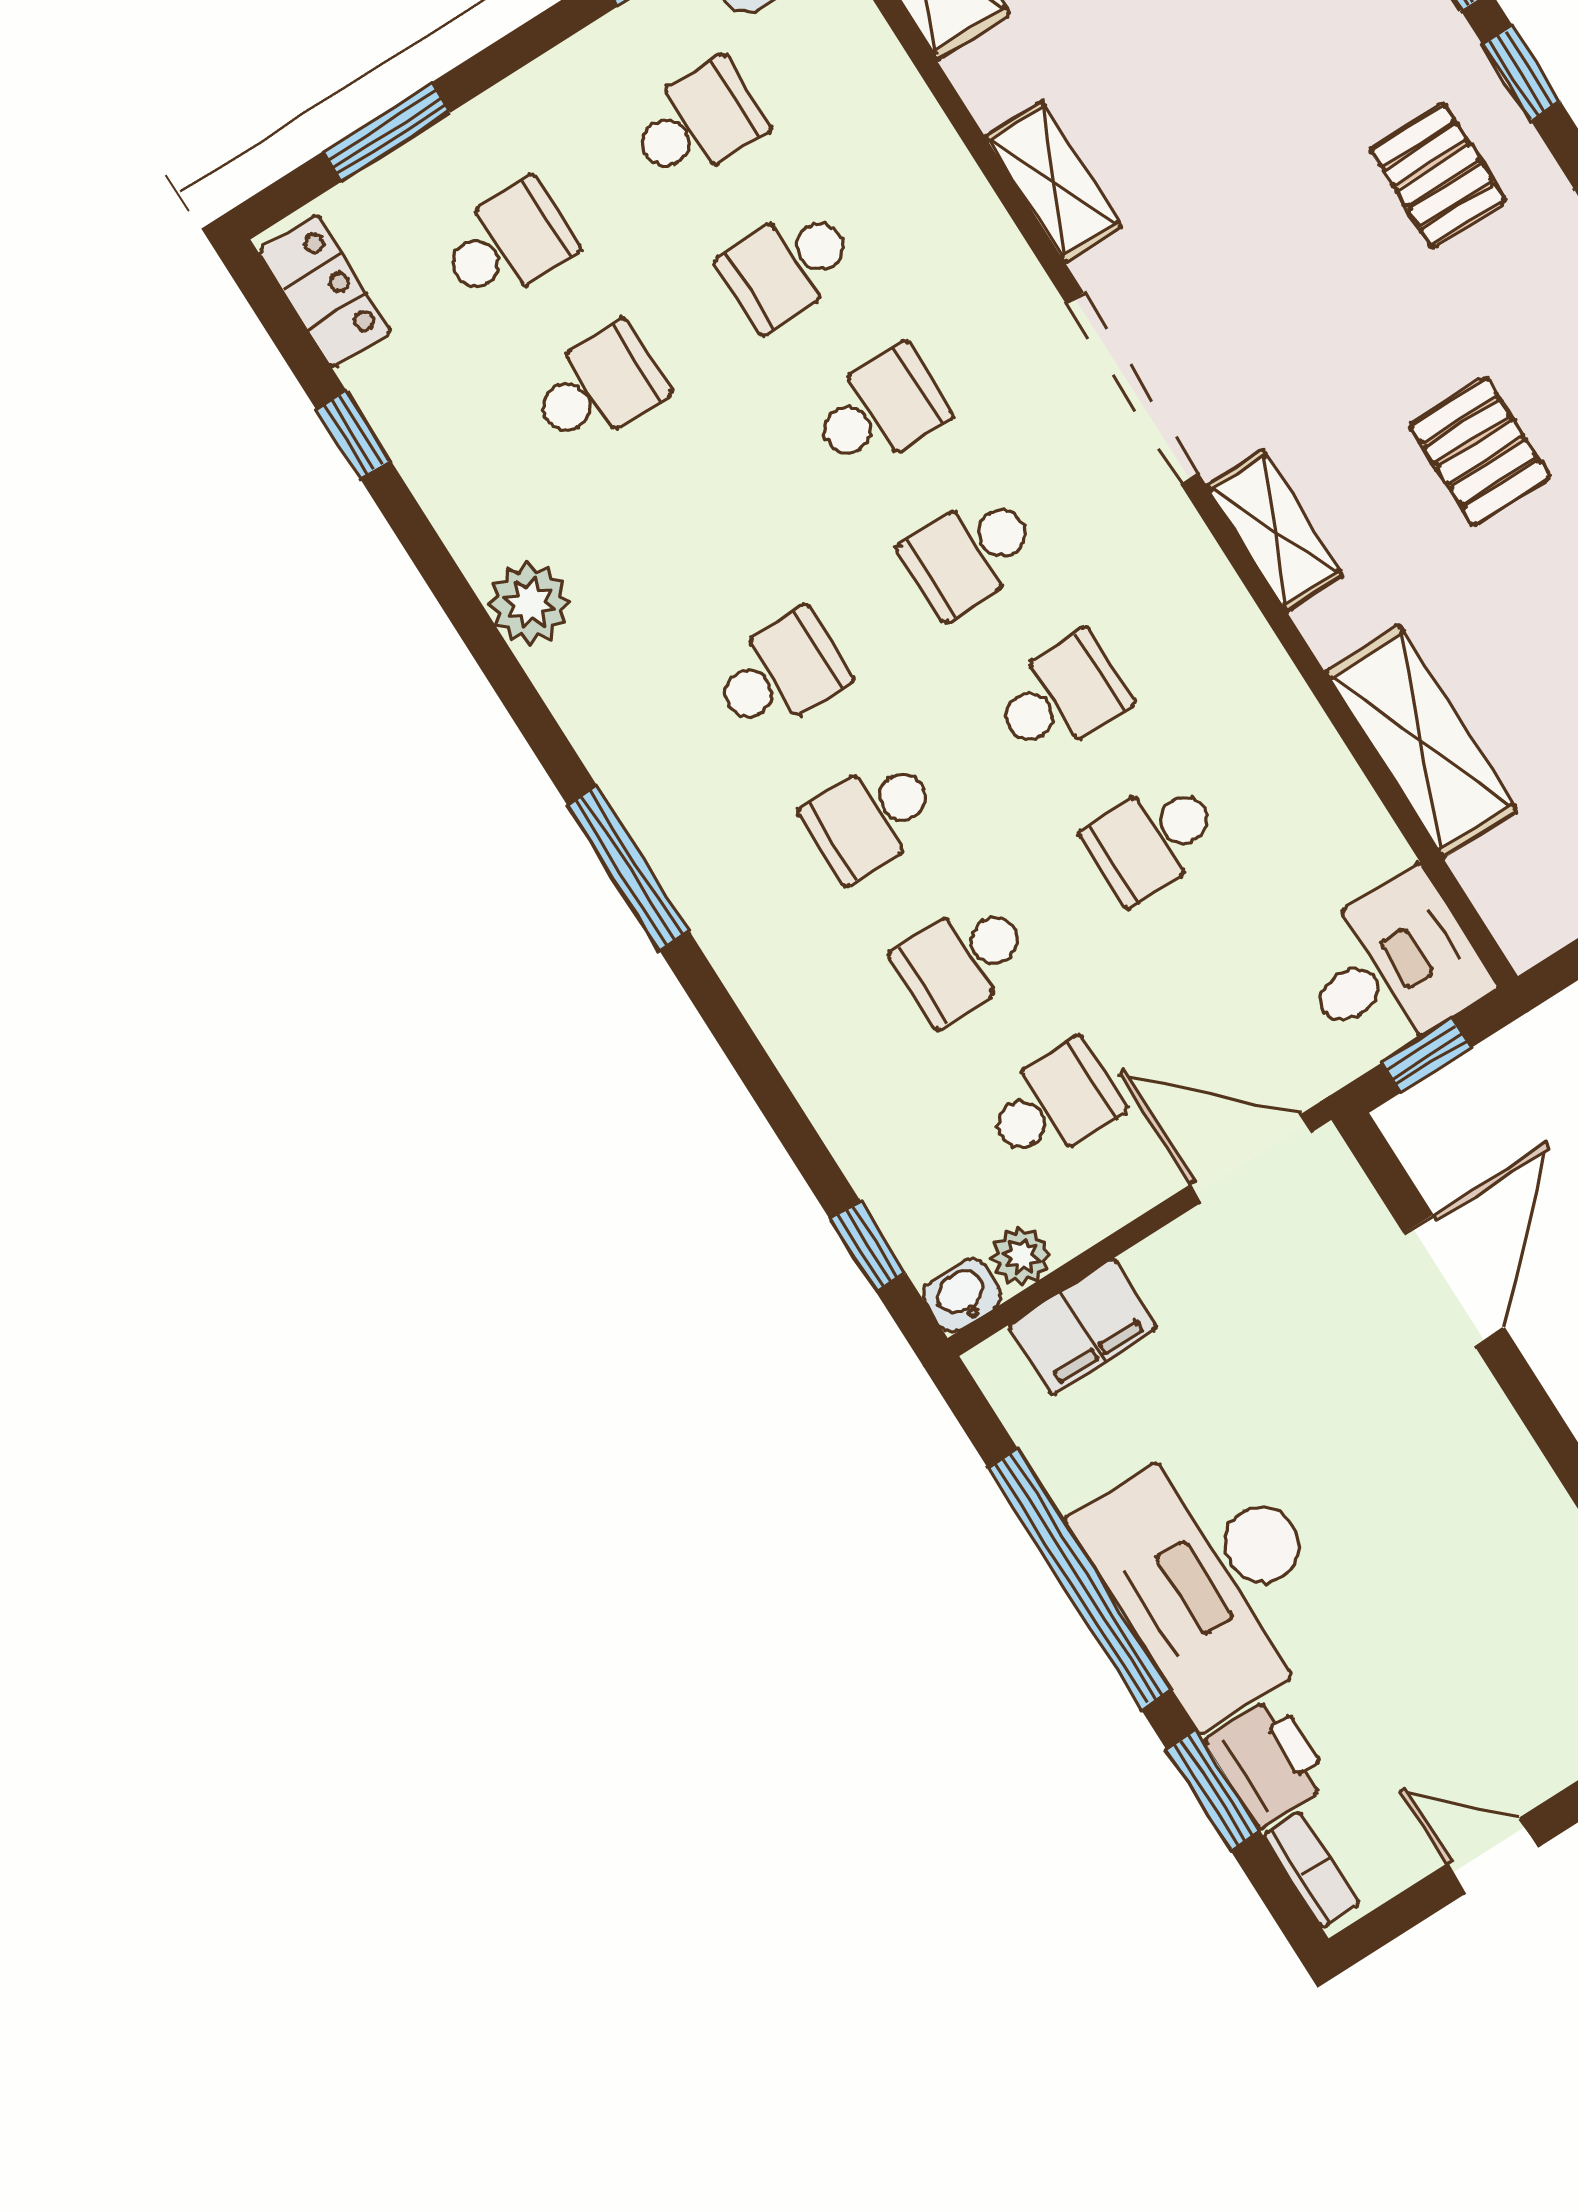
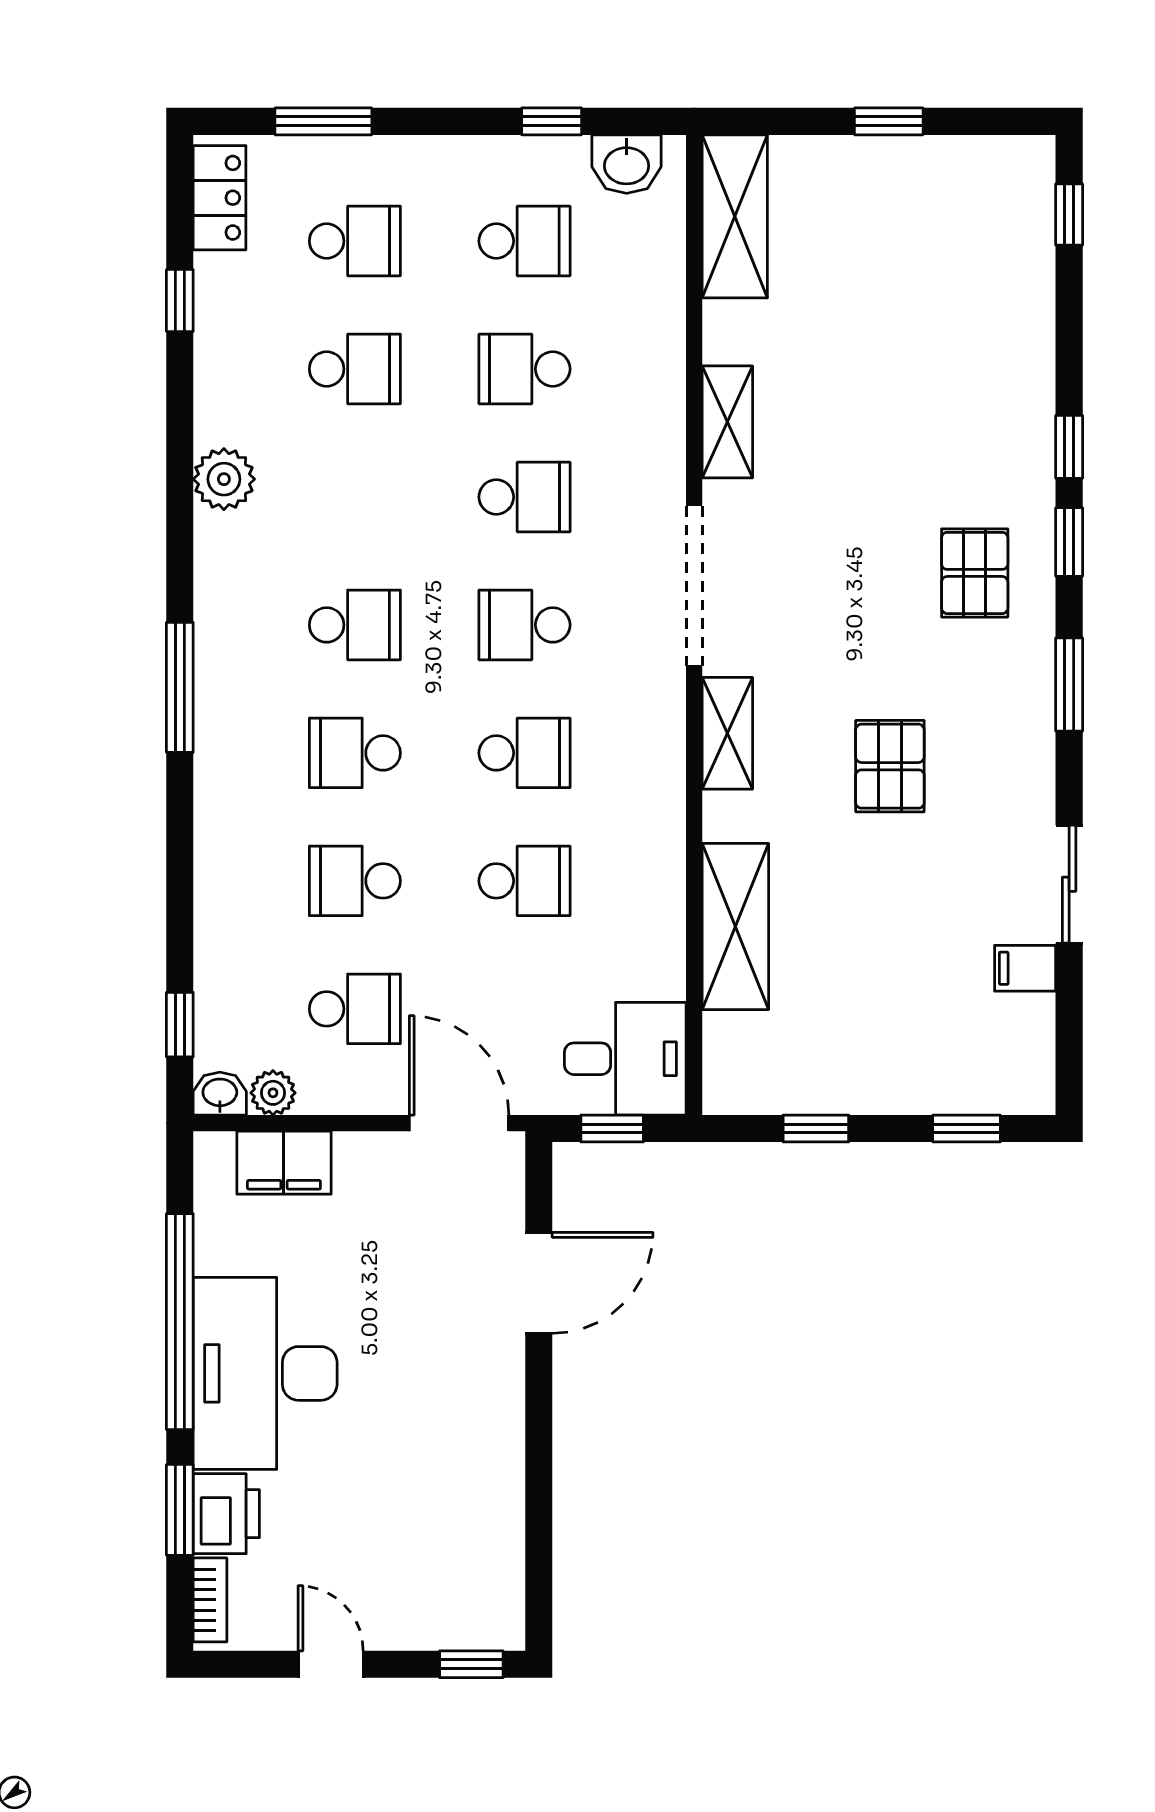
school desk: (1152, 840) -> (524, 881), turned 180

